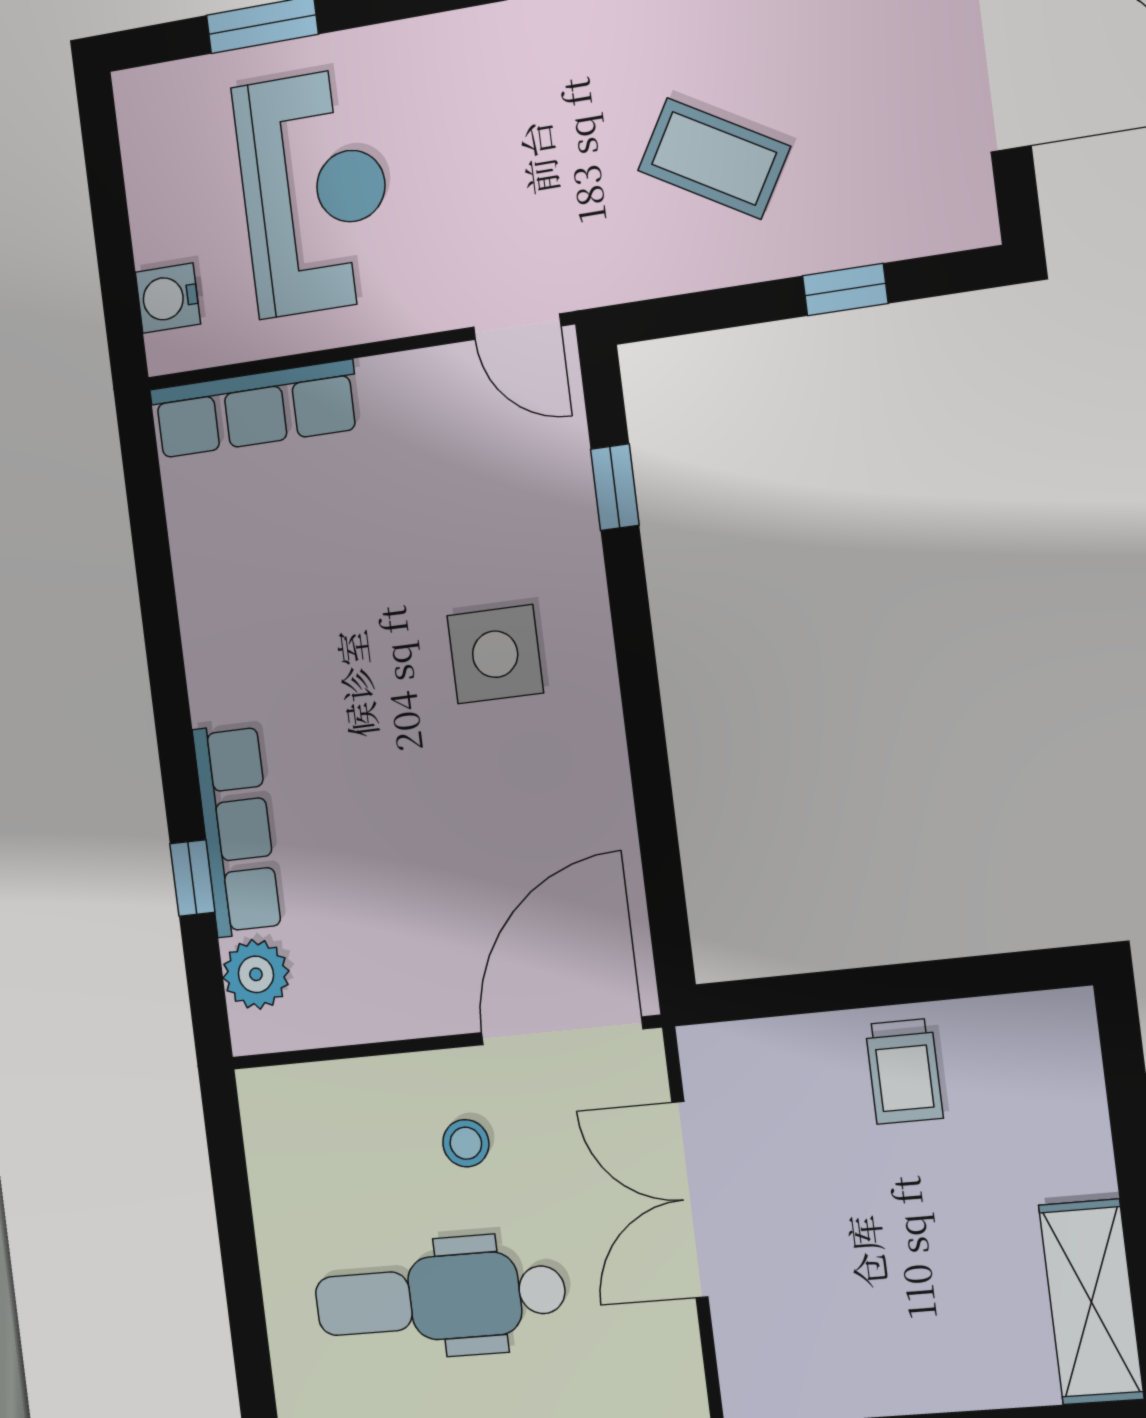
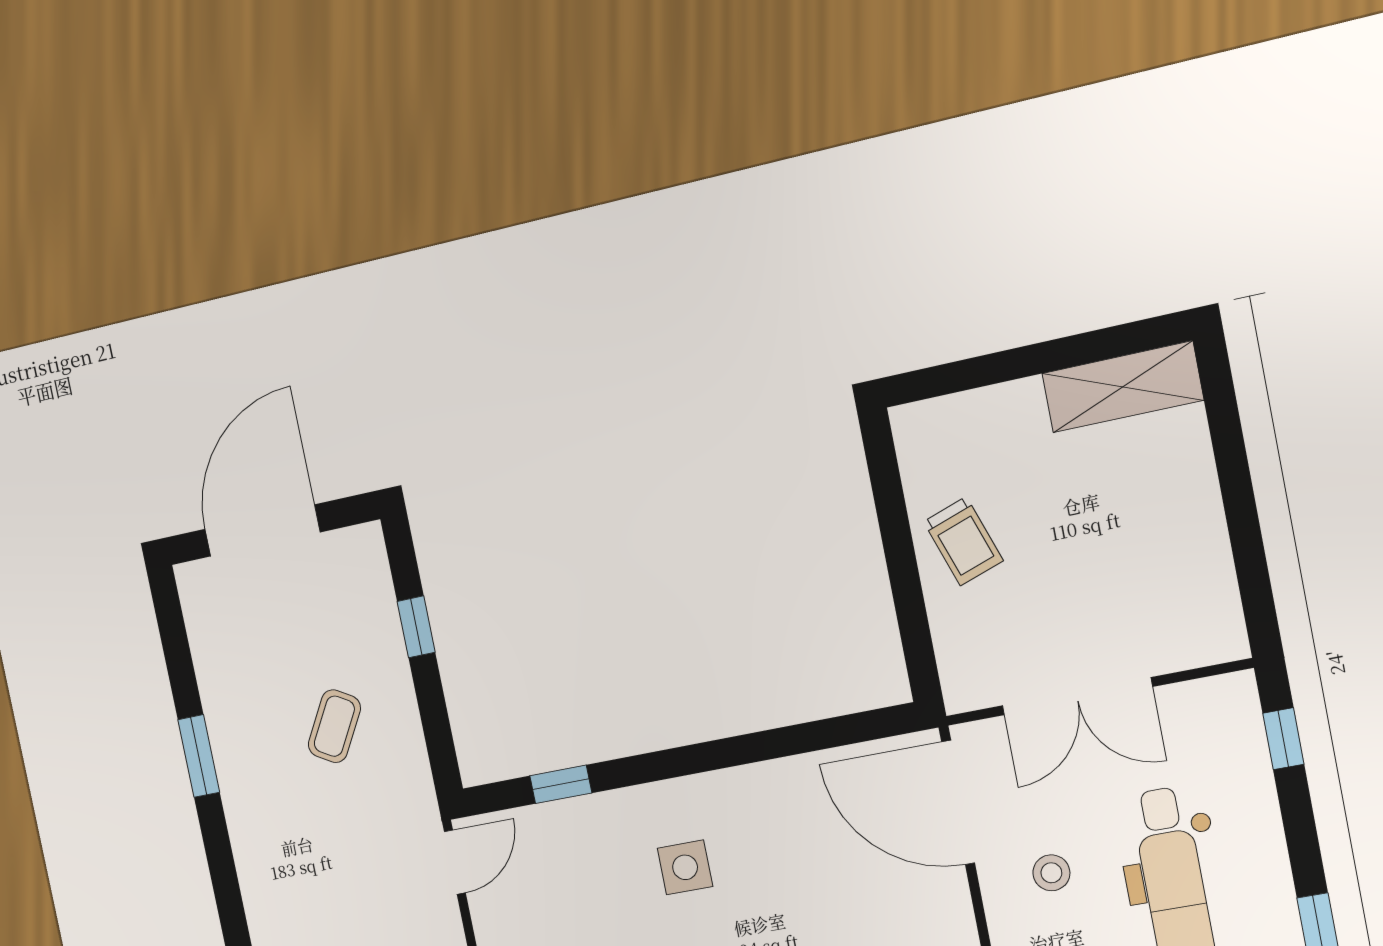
coffee table: (714, 158) -> (334, 726), width x0.73, depth x0.77
side table: (495, 654) -> (685, 867), width x0.73, depth x0.73
trolley: (904, 1071) -> (963, 541), turned 71

